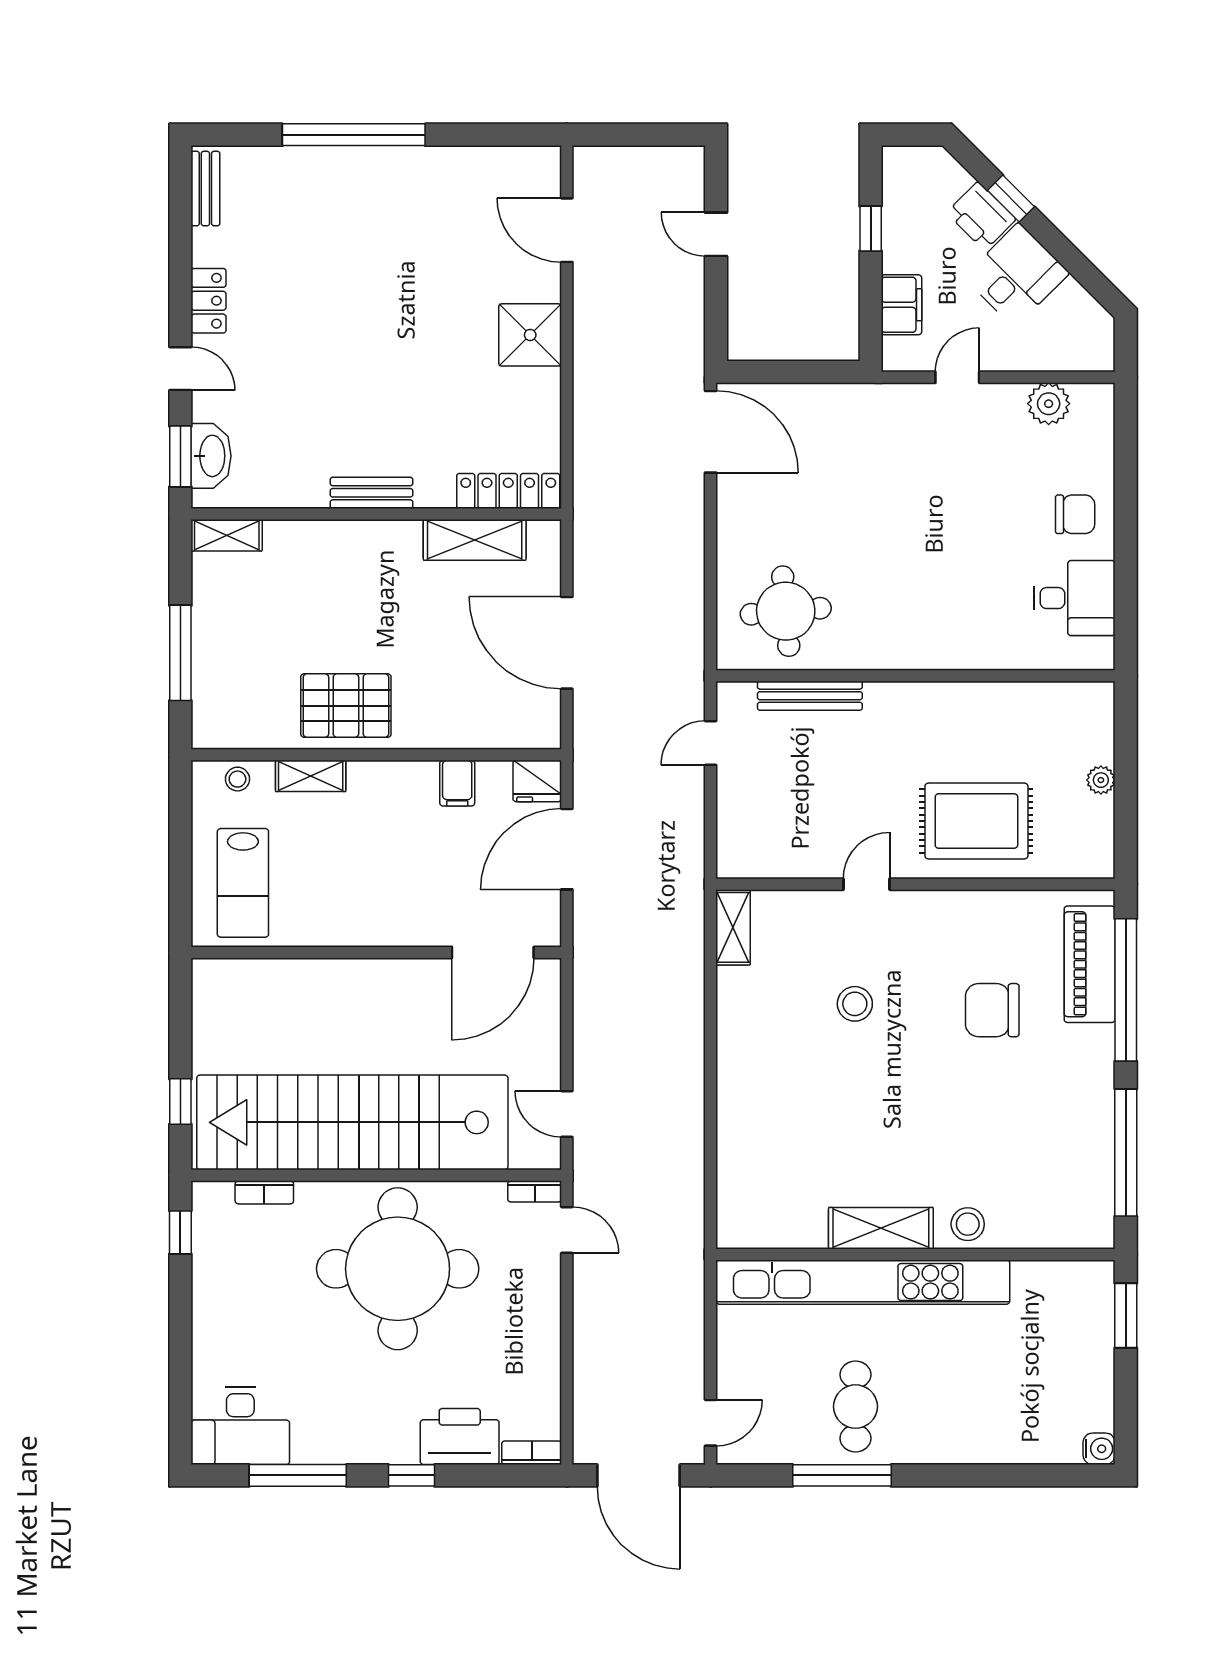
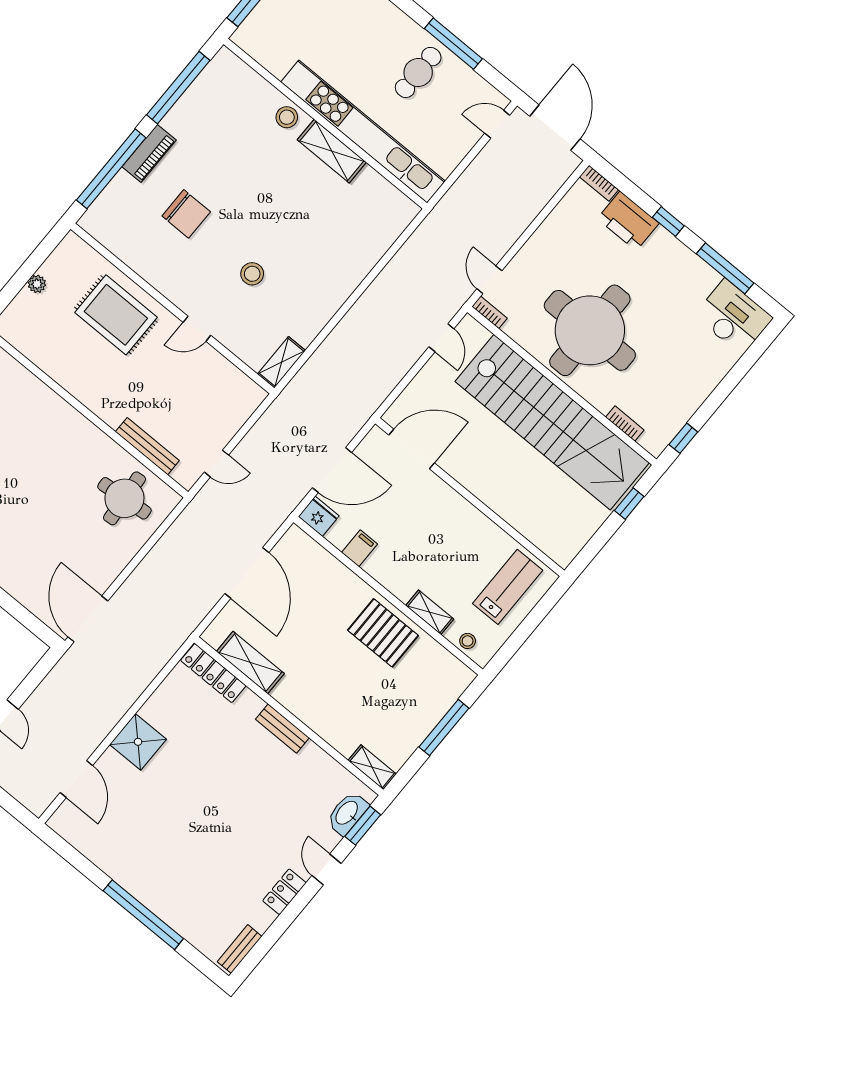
piano: (1090, 964) -> (149, 153), moved, width x0.73, depth x0.75

